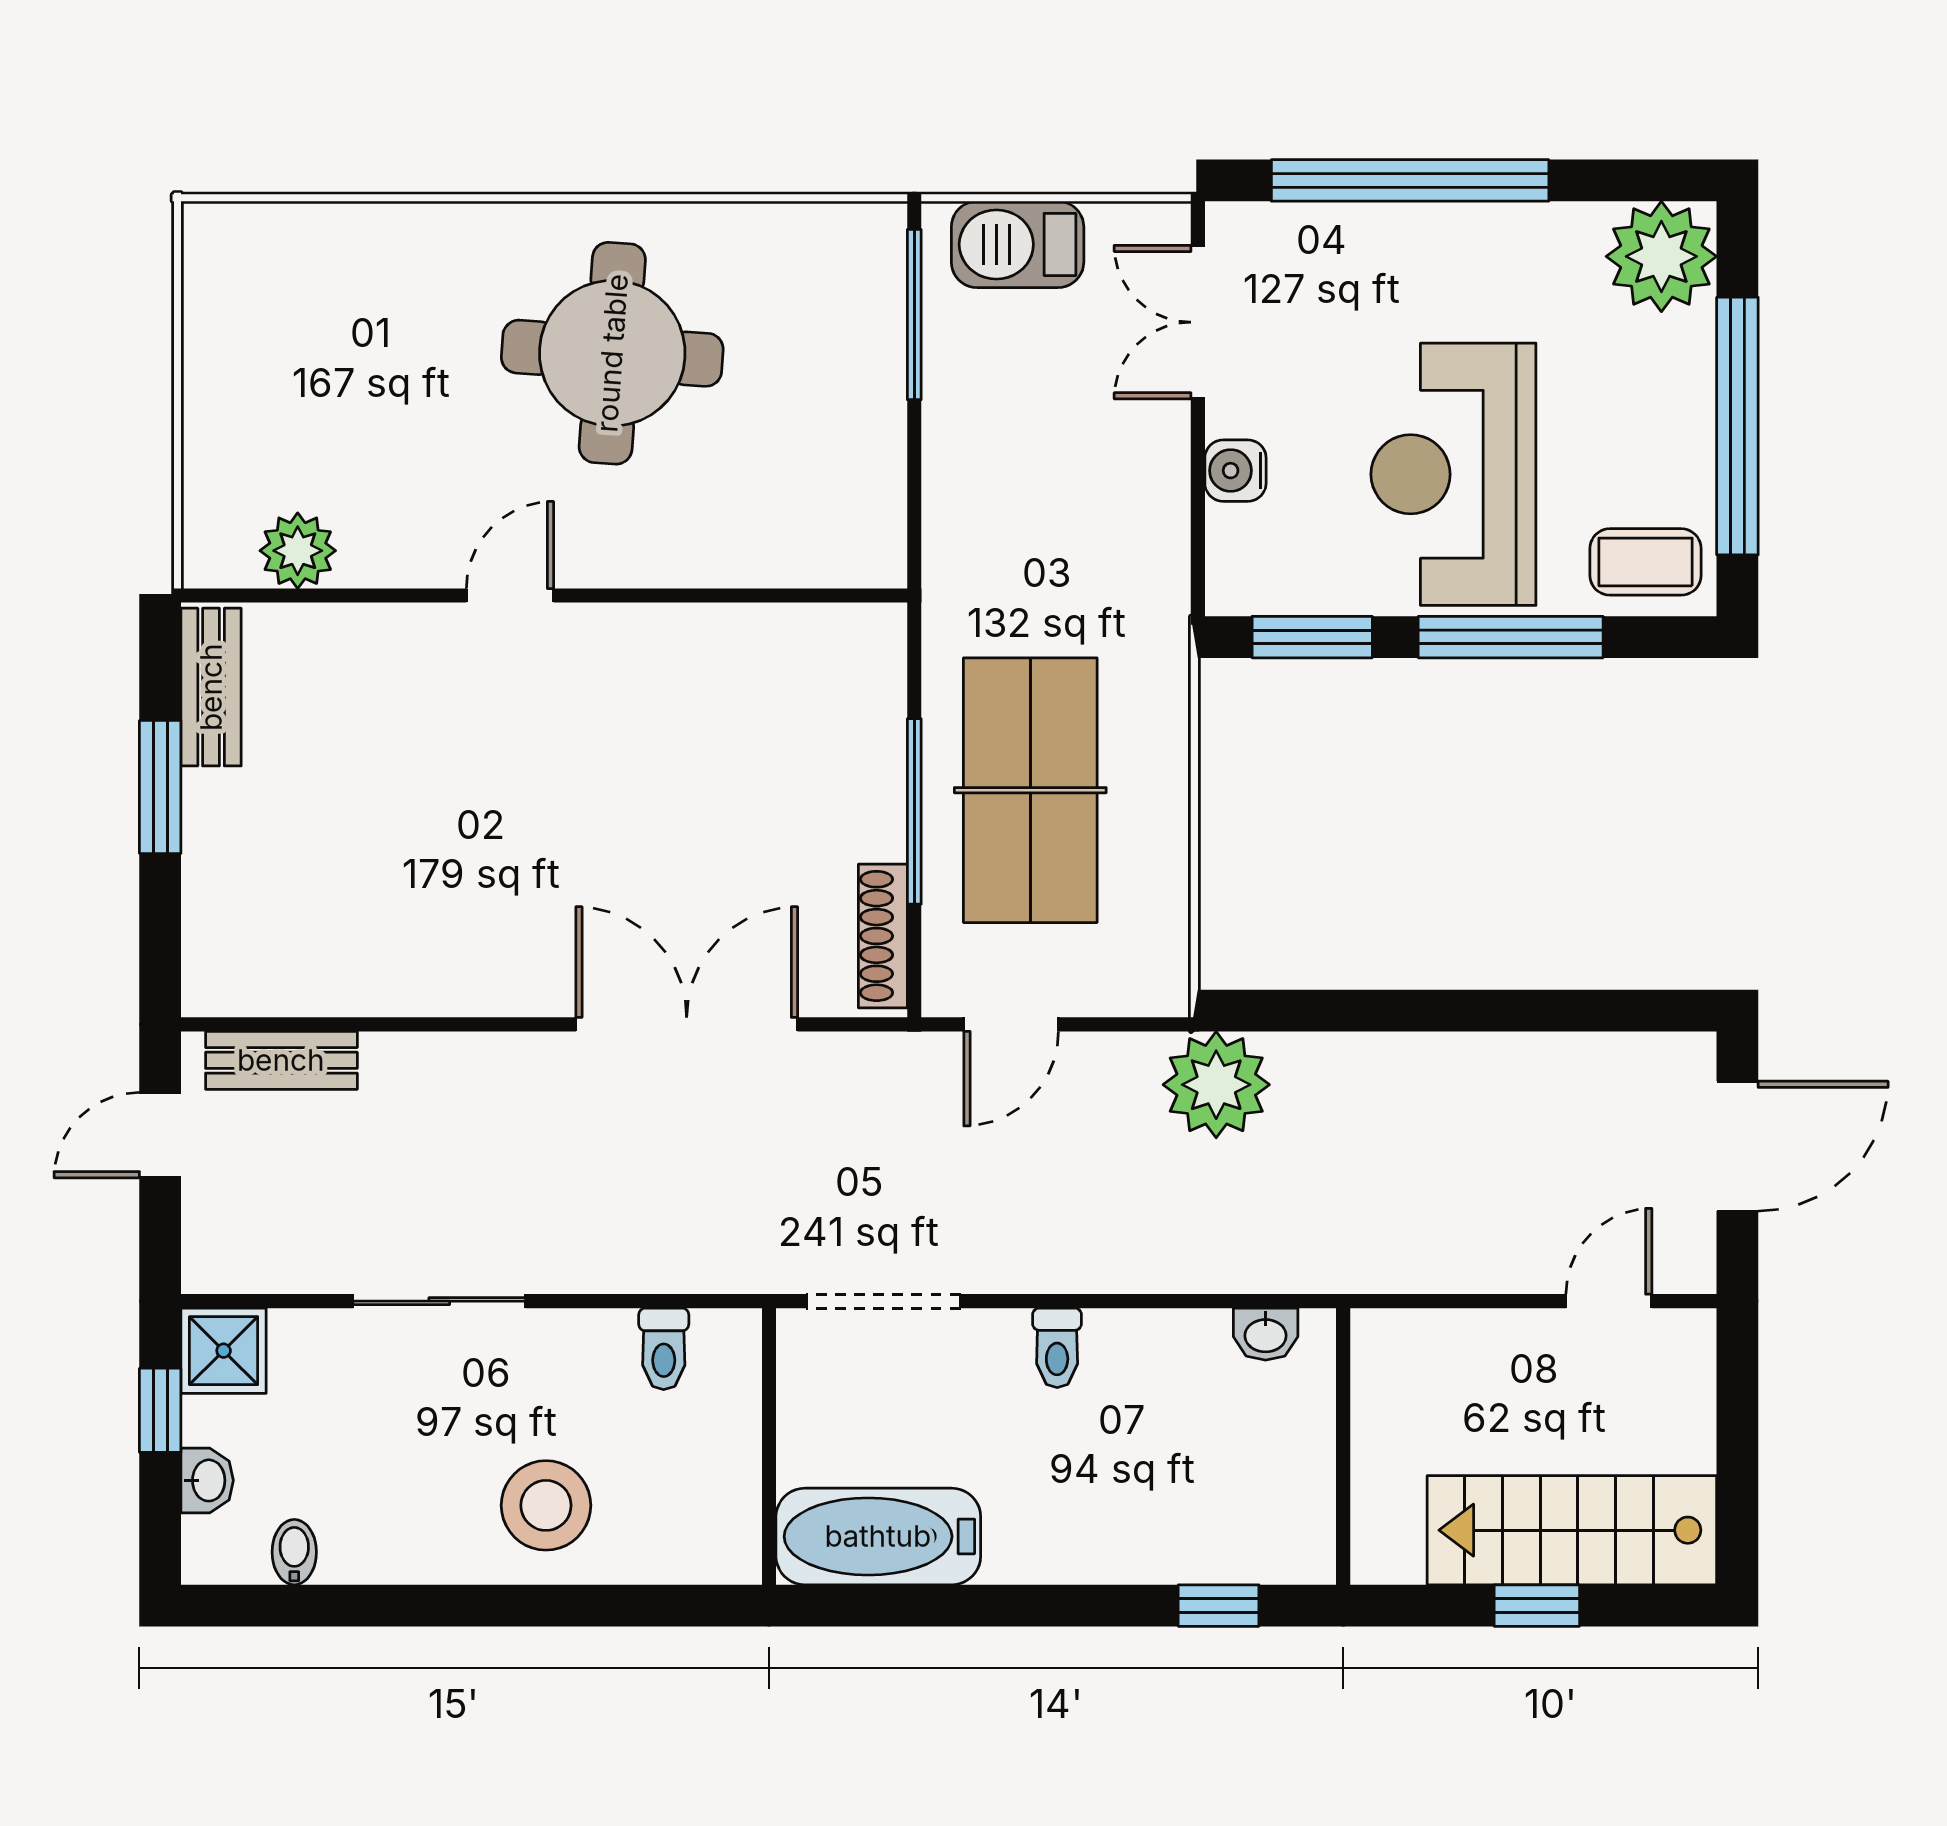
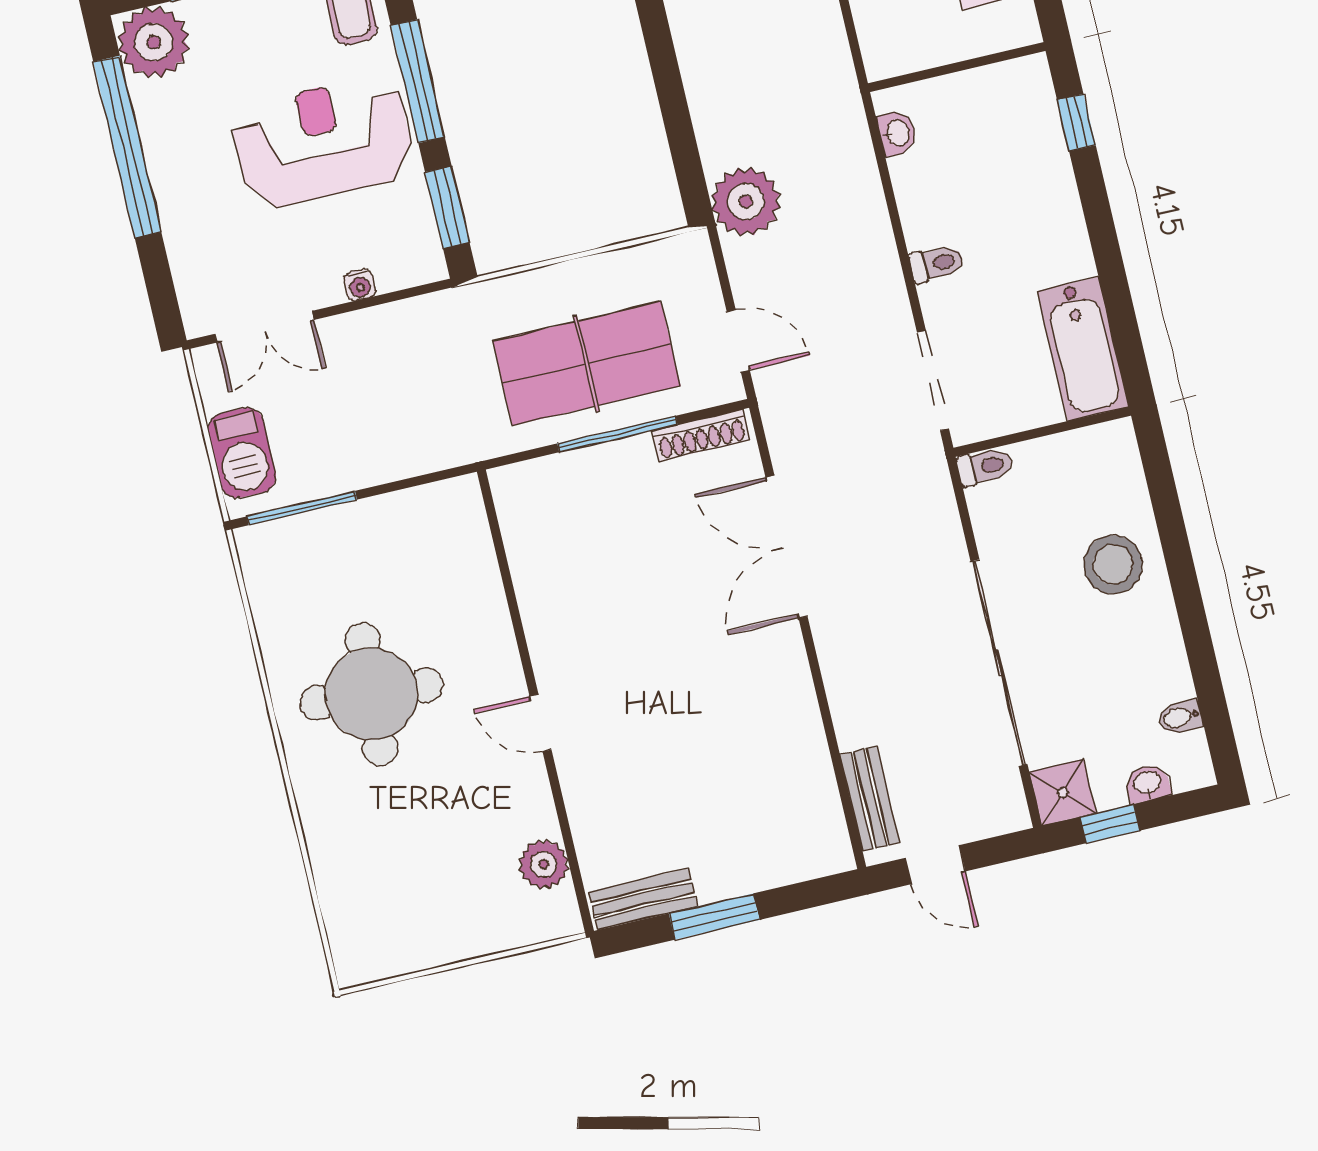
window: (1410, 180) -> (127, 147), moved
water cooler: (1235, 471) -> (360, 285), width x0.72, depth x0.72
reception desk: (1453, 474) -> (323, 142), turned 180
sliding door: (439, 1301) -> (999, 663), width x1.86
toilet: (664, 1349) -> (985, 467), moved

